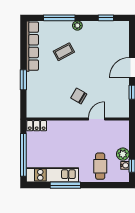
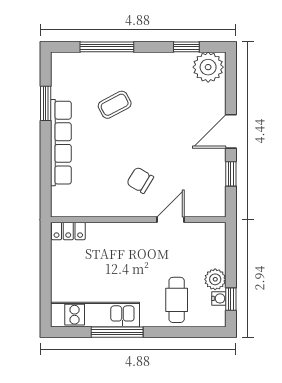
plant: (77, 26) -> (208, 67), moved, width x1.88, depth x1.88
row of seats: (32, 46) -> (61, 143), moved
window: (23, 80) -> (46, 103), moved
window: (23, 155) -> (46, 281), removed

